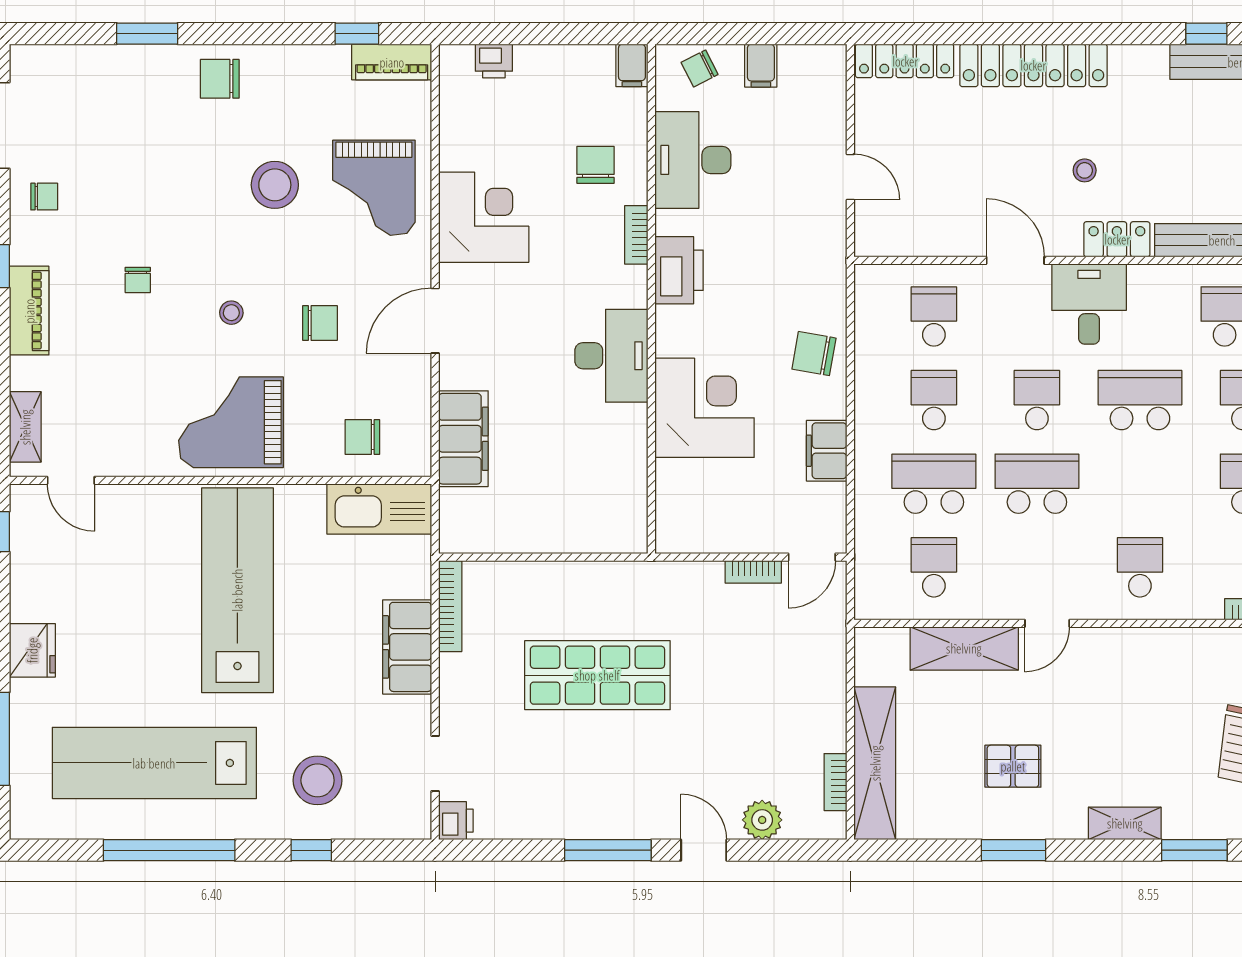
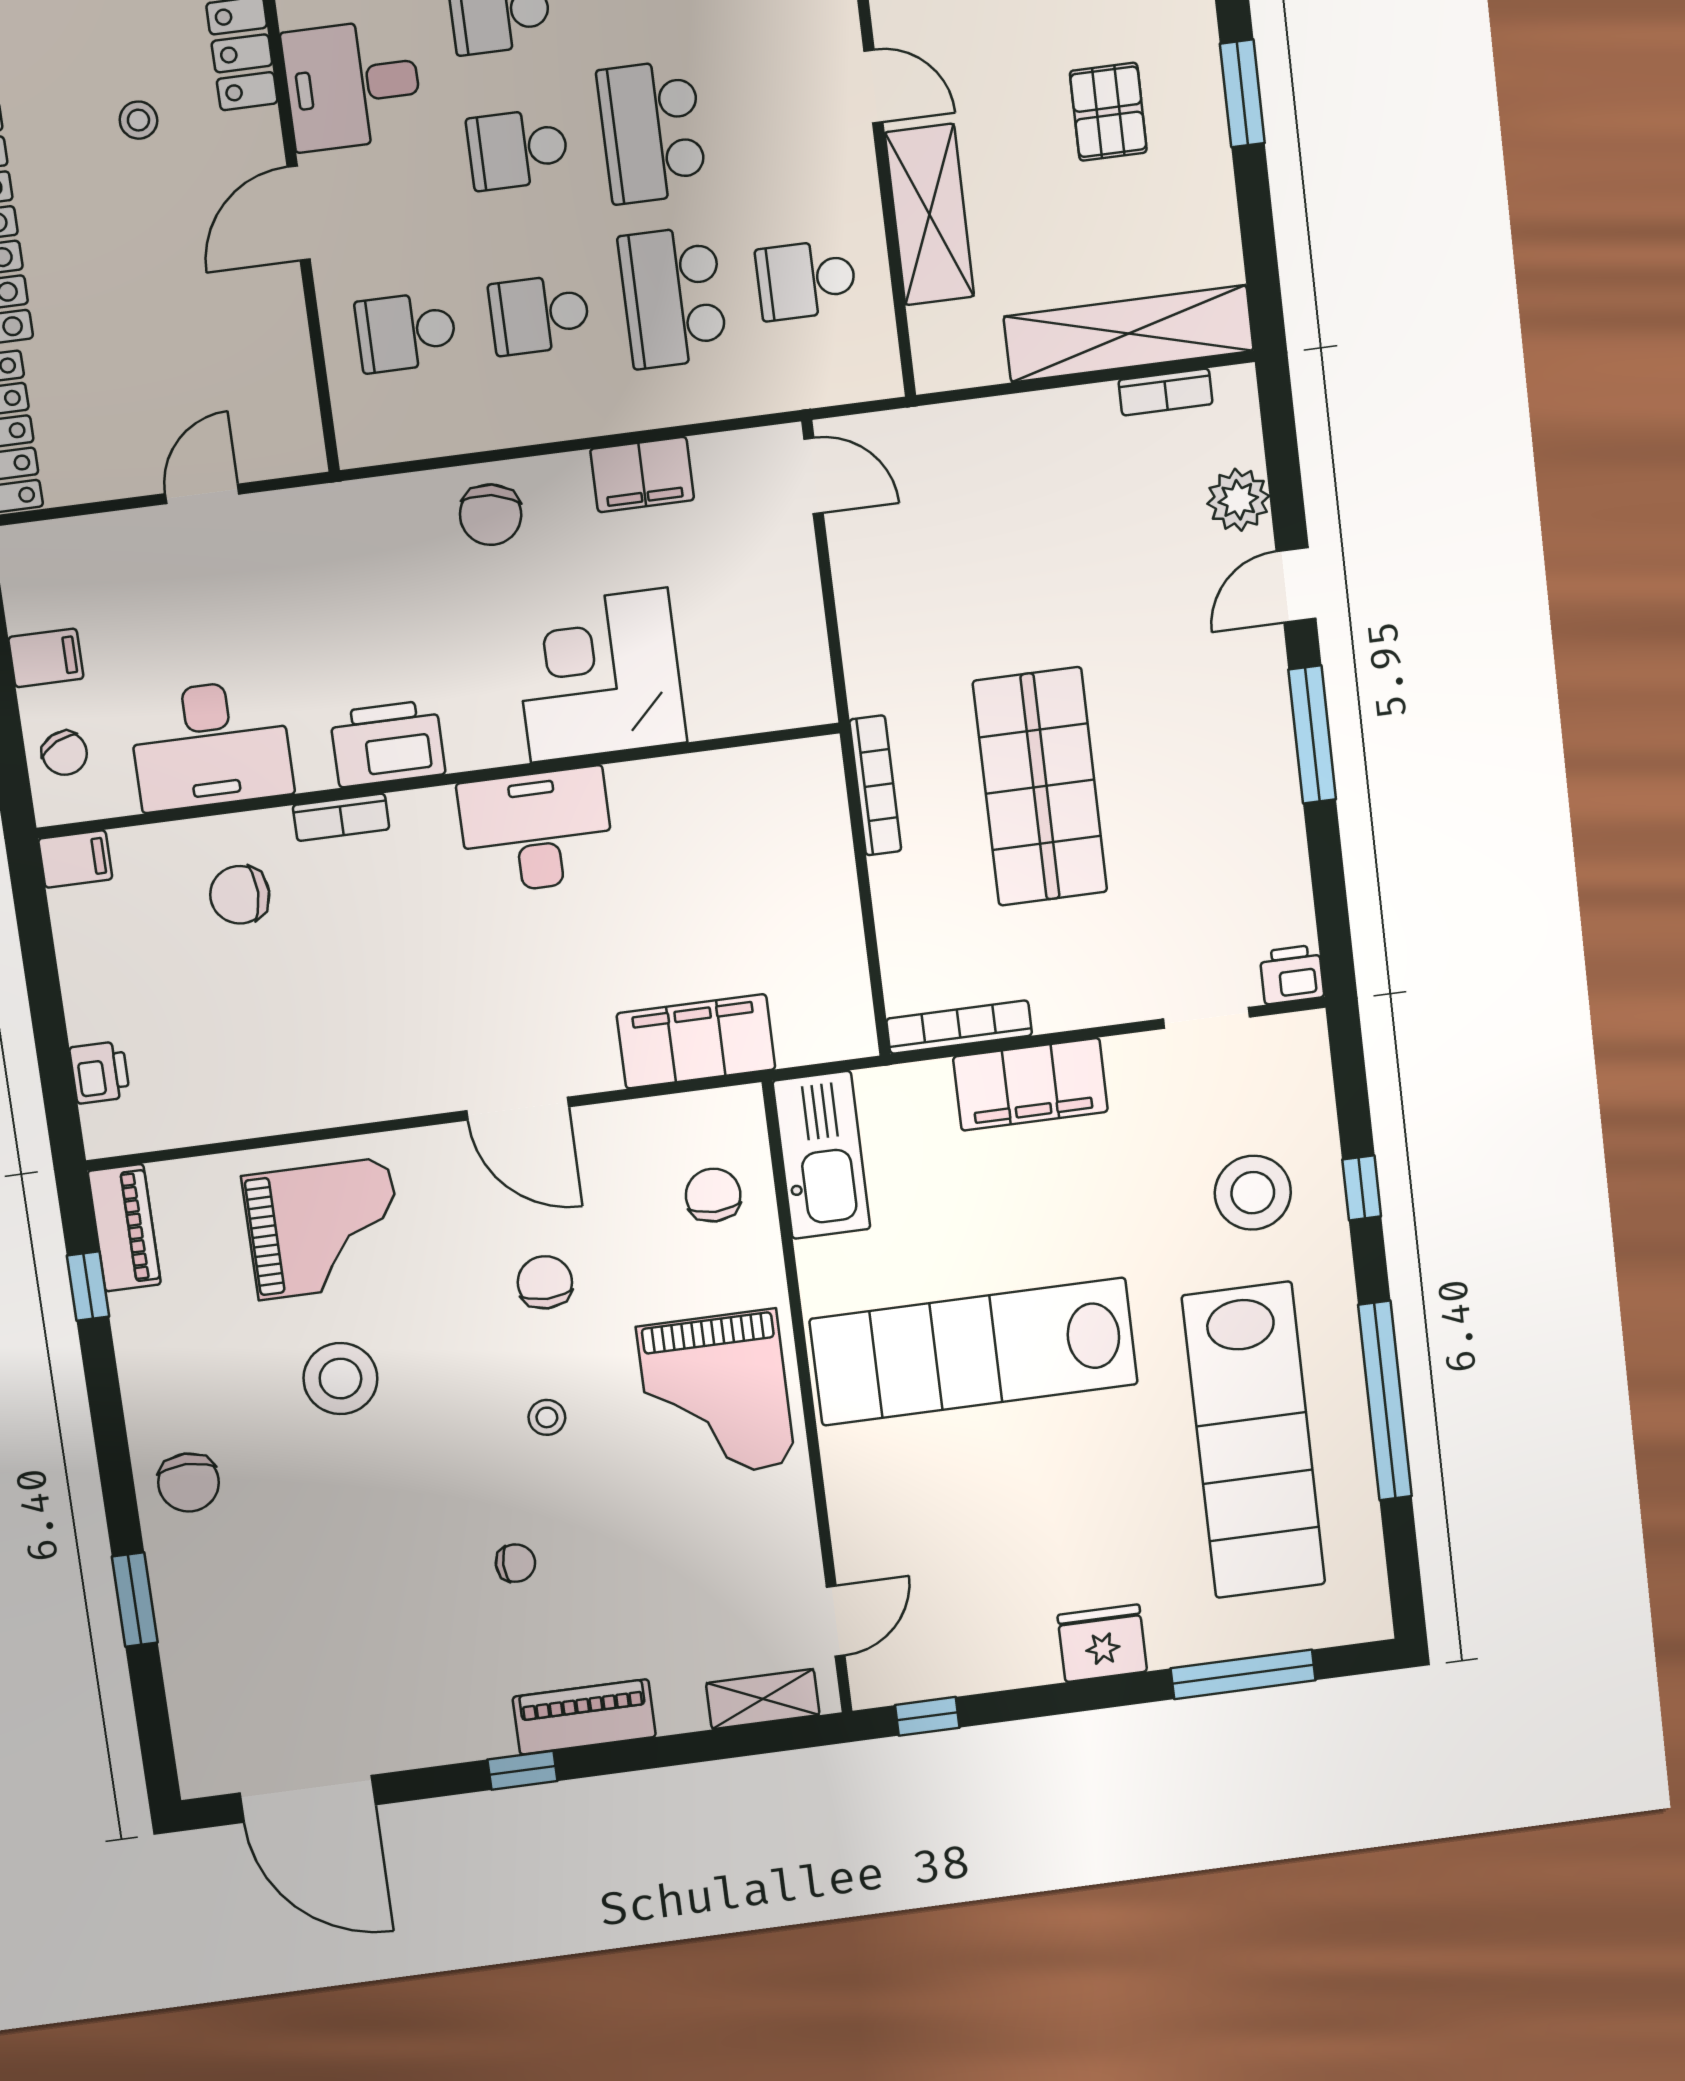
chair: (44, 197) -> (407, 1718), removed
corner desk: (484, 217) -> (346, 1056), removed
chair: (362, 437) -> (713, 1195), turned 180
bookcase: (753, 572) -> (875, 785), moved, width x1.56

